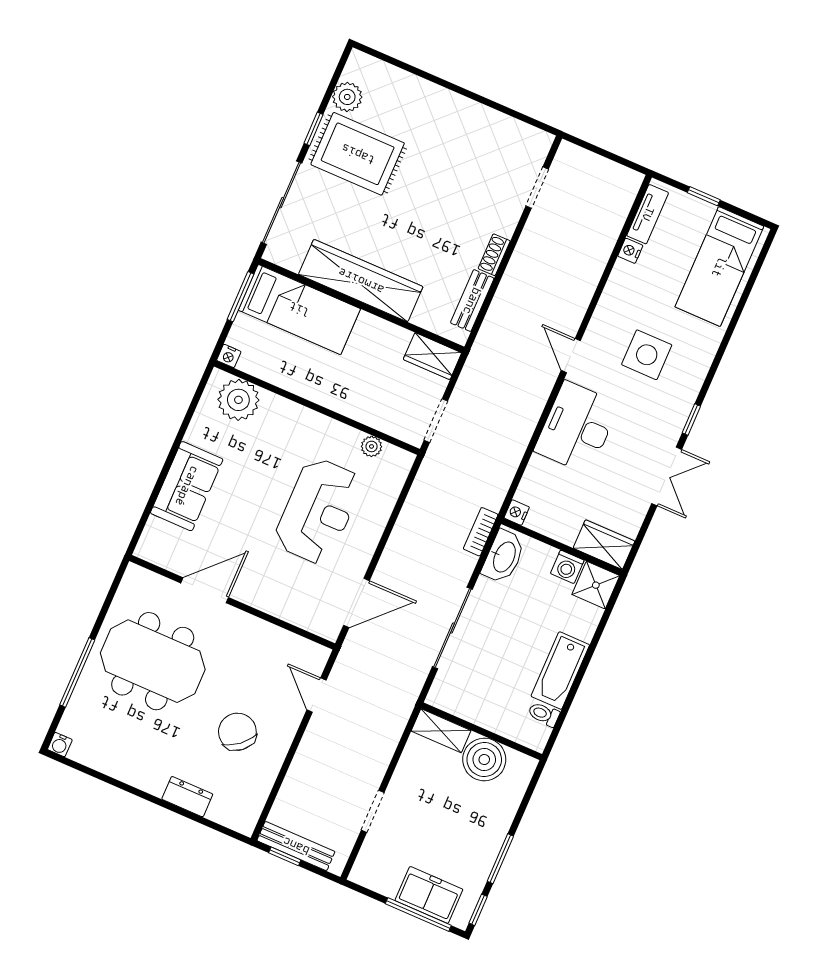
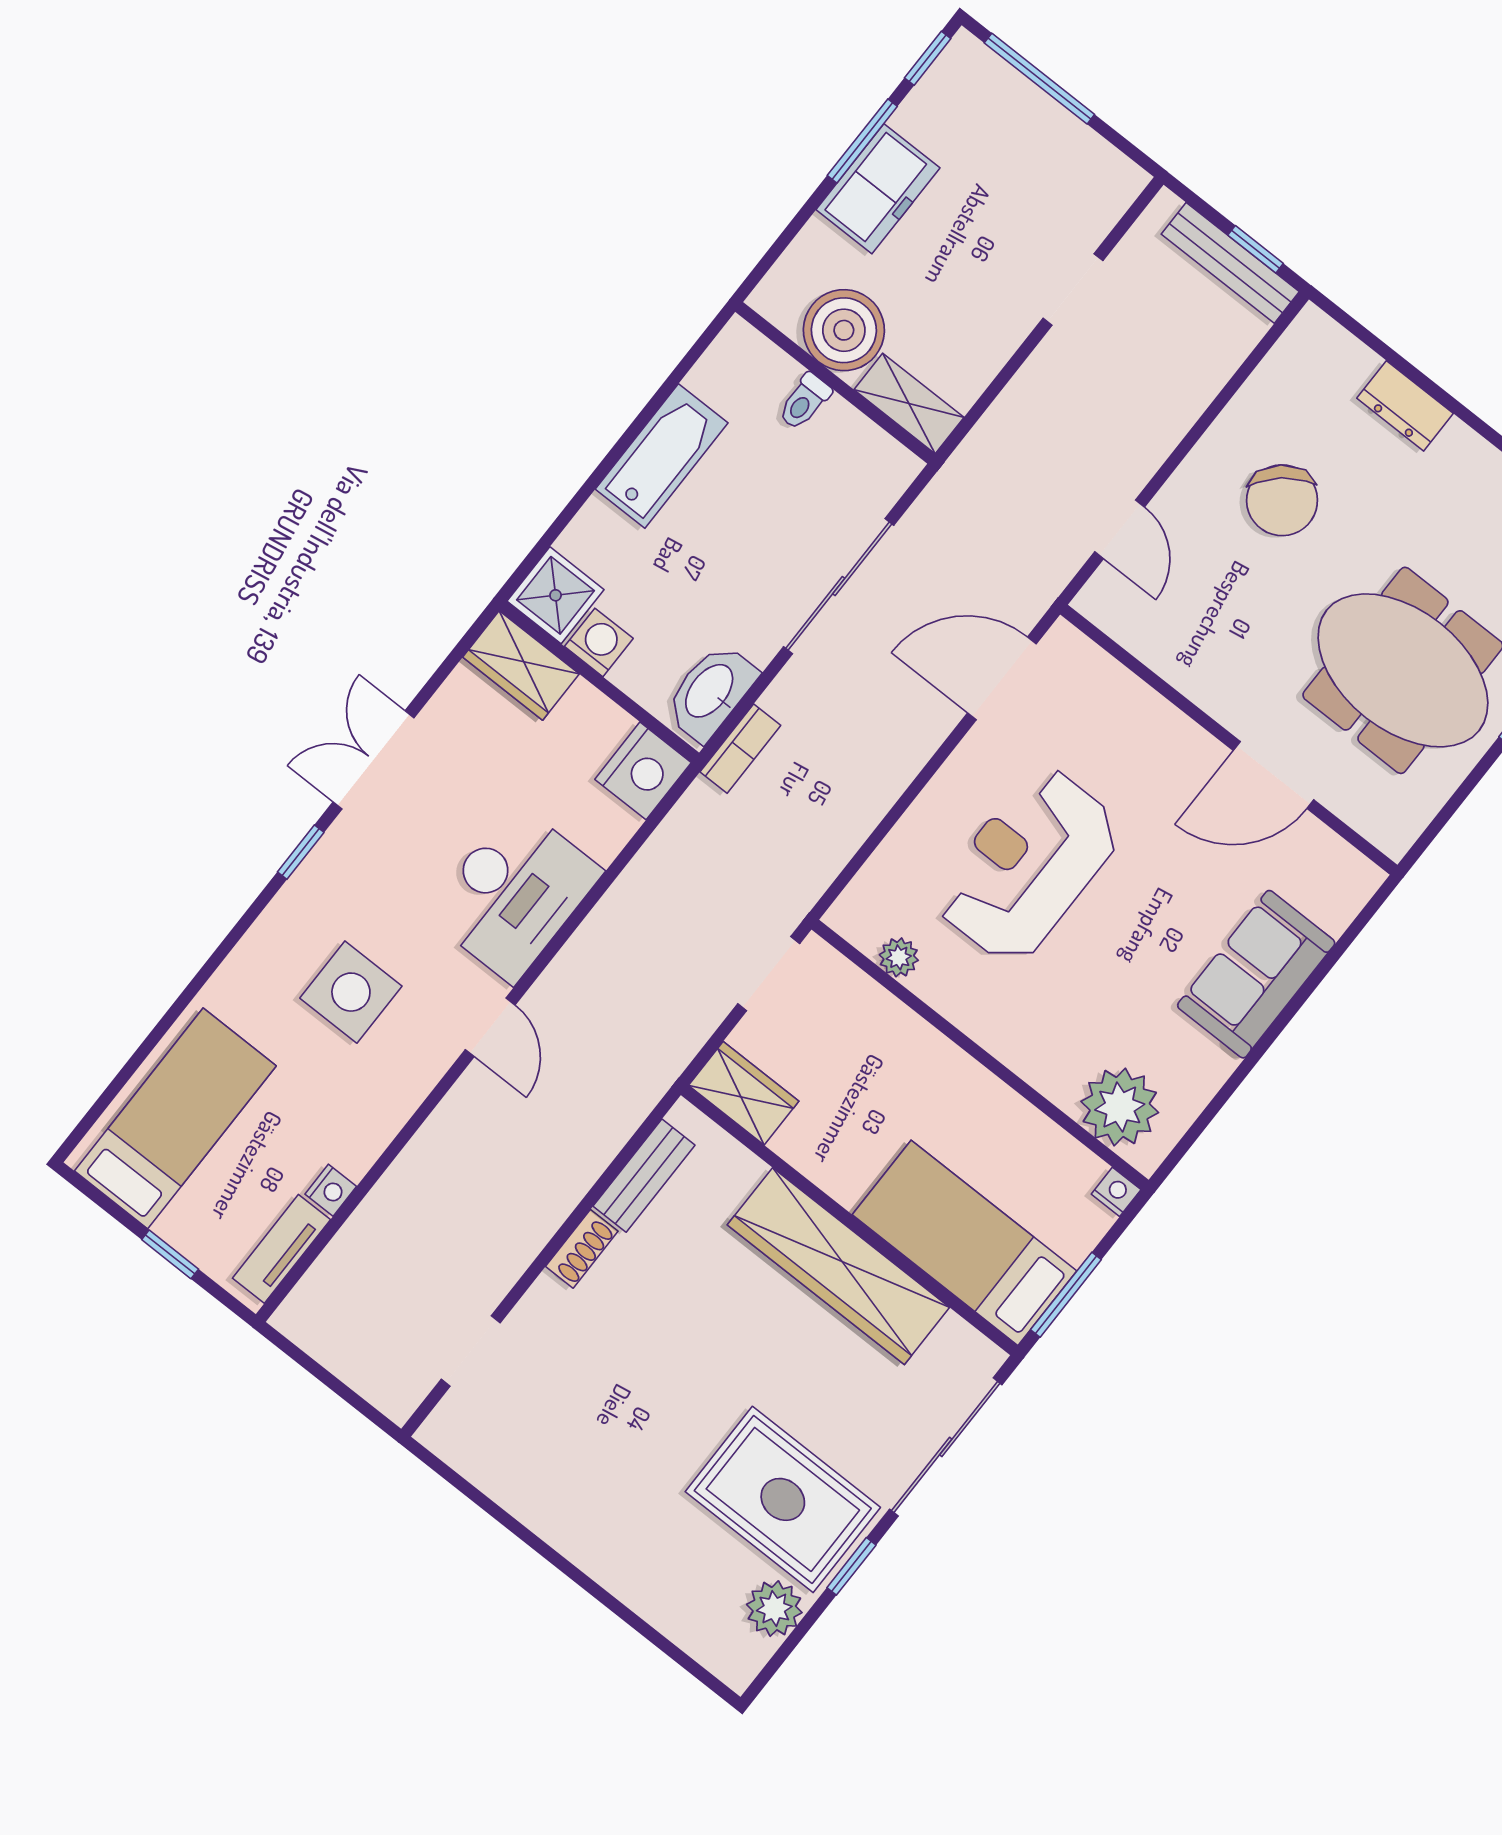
nightstand: (517, 513) -> (643, 771), width x1.89, depth x1.79
toilet: (544, 714) -> (805, 402), moved, turned 90
freezer: (429, 895) -> (878, 189), moved, turned -90

